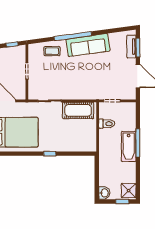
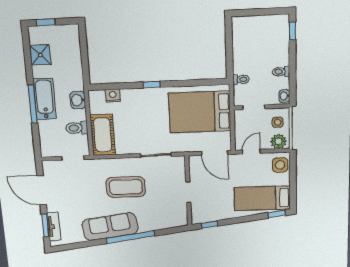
coffee table: (52, 51) -> (126, 187), moved, width x1.86, depth x1.72
cot: (78, 110) -> (103, 135), moved, turned 90
nightstand: (78, 147) -> (113, 96), added
shower: (129, 191) -> (40, 55), moved
washbasin: (104, 193) -> (78, 100), moved

